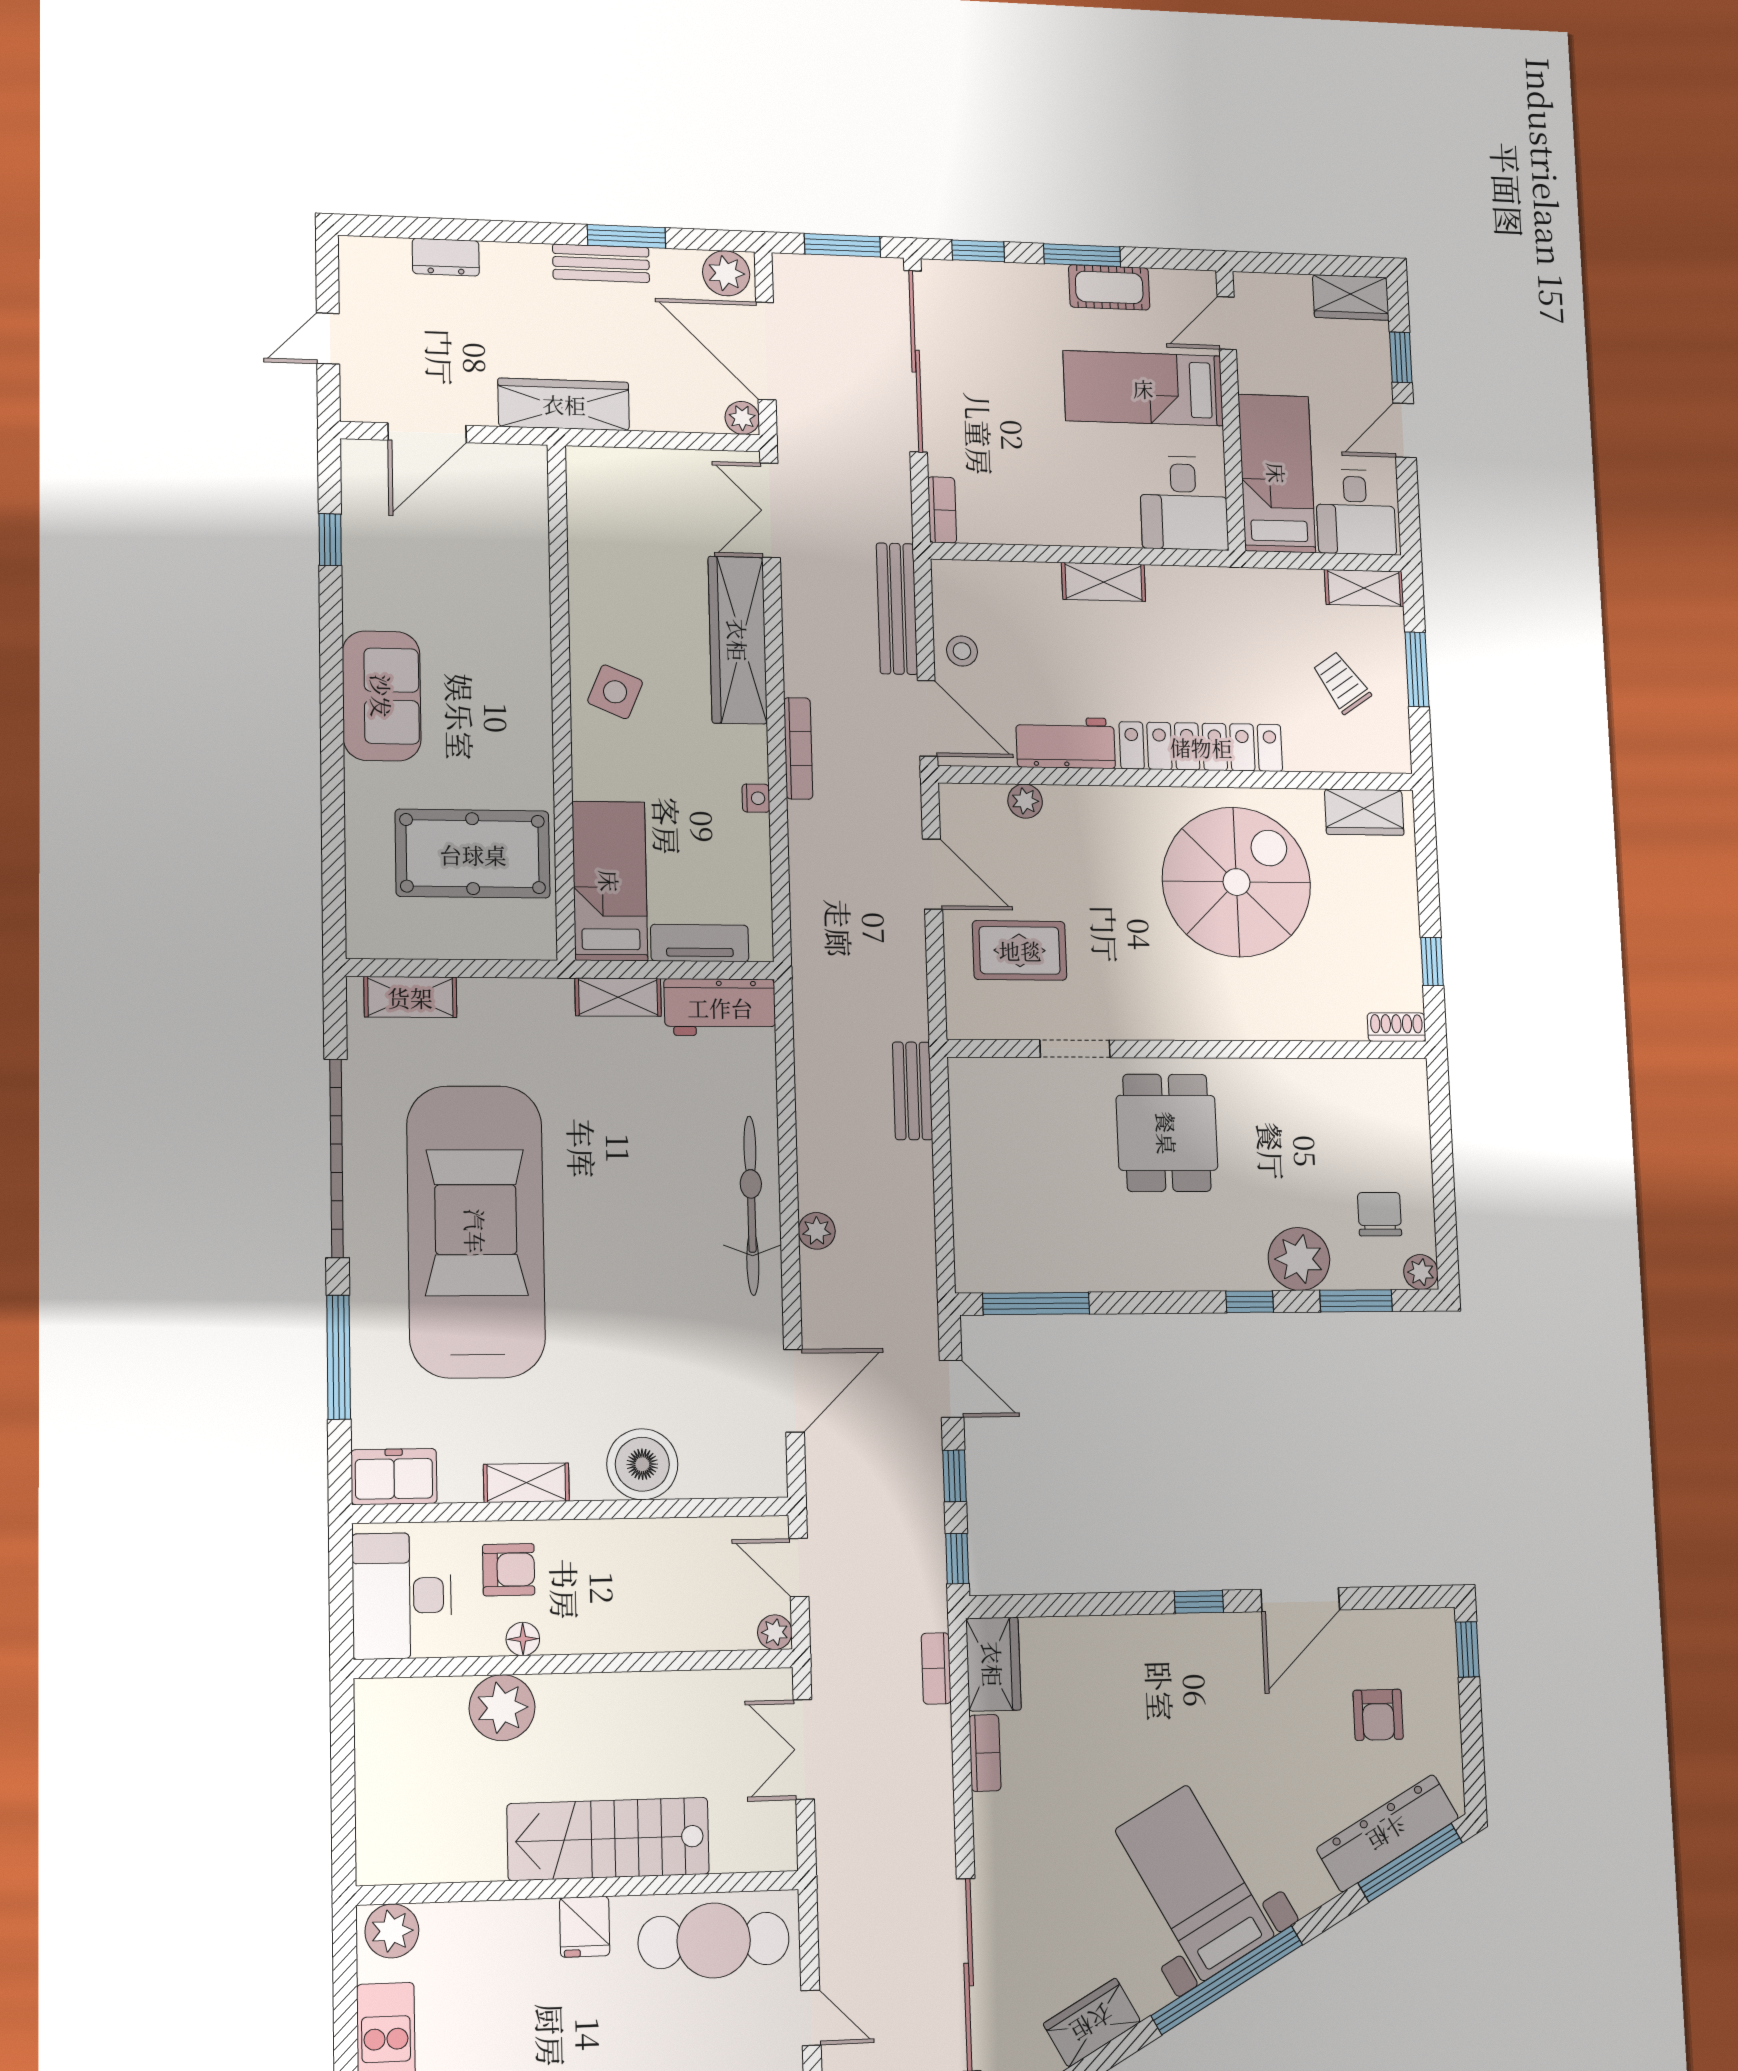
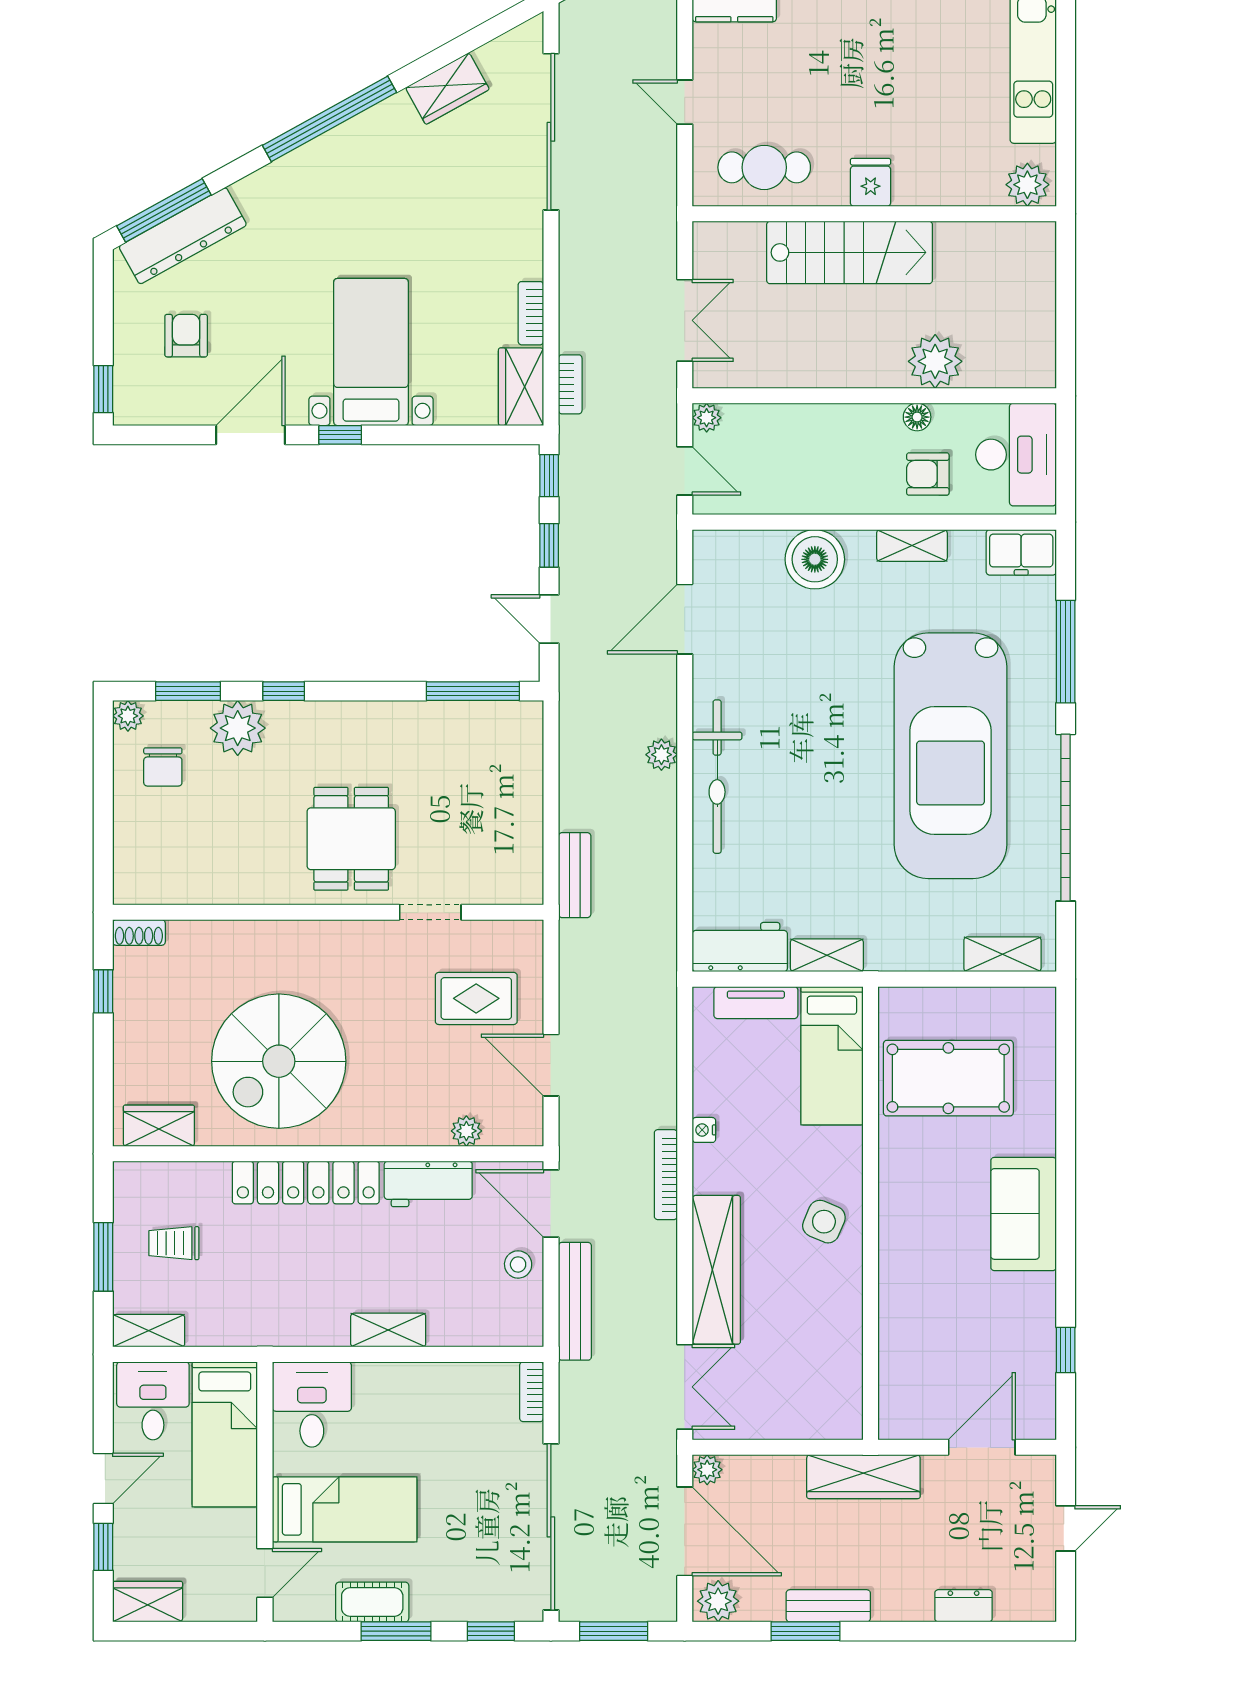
trolley: (1342, 683) -> (174, 1243), turned 125
bed with nightstands: (1195, 1883) -> (371, 352), moved, turned -151
cafe table: (714, 1940) -> (764, 167), width x0.73, depth x0.74

